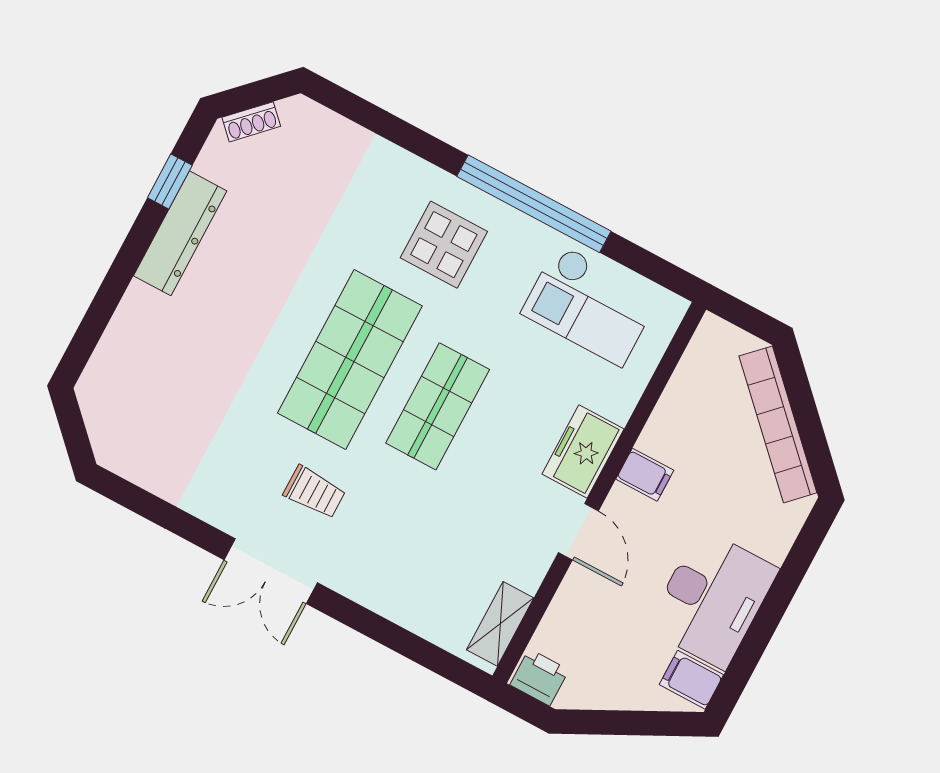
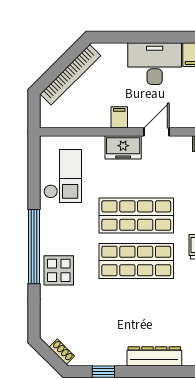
window: (534, 204) -> (34, 247), moved
dresser: (180, 233) -> (154, 356), moved
display table: (444, 245) -> (59, 270), moved
shop shelf: (438, 406) -> (136, 216), width x1.43, depth x1.36

